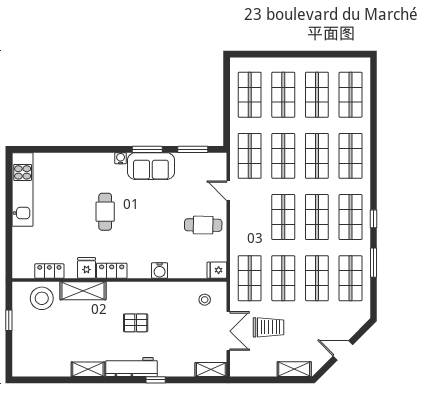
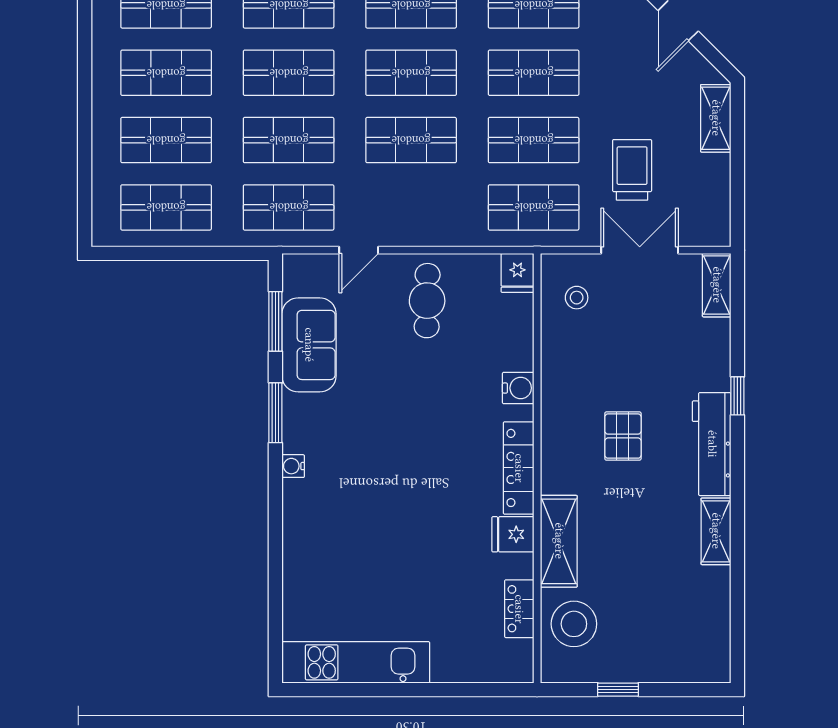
sofa: (151, 166) -> (309, 345), moved
cafe table: (105, 212) -> (400, 497), removed
locker: (112, 271) -> (519, 468), width x1.53

